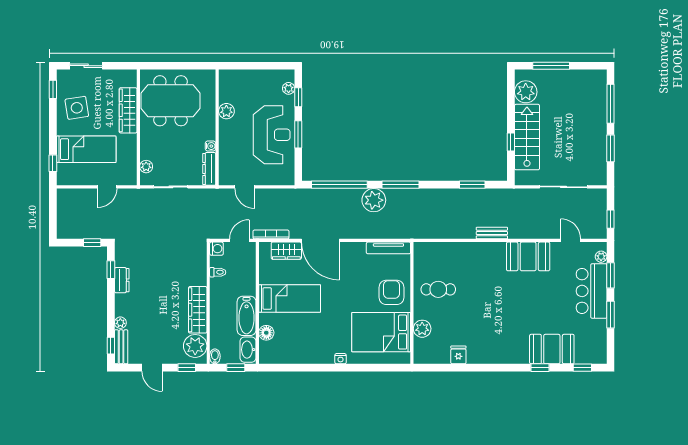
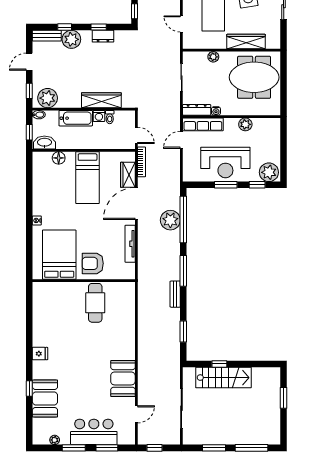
window: (551, 66) -> (284, 398), width x0.69
plant: (289, 88) -> (269, 172), width x1.87, depth x1.87
plant: (526, 92) -> (262, 376), removed
meeting table: (170, 101) -> (254, 77), turned 90
row of seats: (226, 162) -> (203, 124), added
plant: (146, 167) -> (213, 57), moved
plant: (374, 200) -> (170, 220), moved
bench: (492, 233) -> (175, 294), moved
tv unit: (388, 248) -> (130, 244), moved
washing machine: (216, 249) -> (99, 116), moved
plant: (601, 257) -> (55, 440), moved
window: (111, 270) -> (99, 27), moved
cafe table: (438, 289) -> (95, 303), width x1.37, depth x1.35
armchair: (392, 292) -> (93, 263), turned 180
wardrobe: (198, 310) -> (101, 100), moved
bathtub: (247, 316) -> (76, 118), moved, turned 180
plant: (120, 323) -> (71, 39), width x1.87, depth x1.87
plant: (422, 329) -> (62, 289), removed
window: (111, 346) -> (65, 27), moved
fridge: (458, 355) -> (40, 354), moved
window: (582, 368) -> (29, 424), removed

